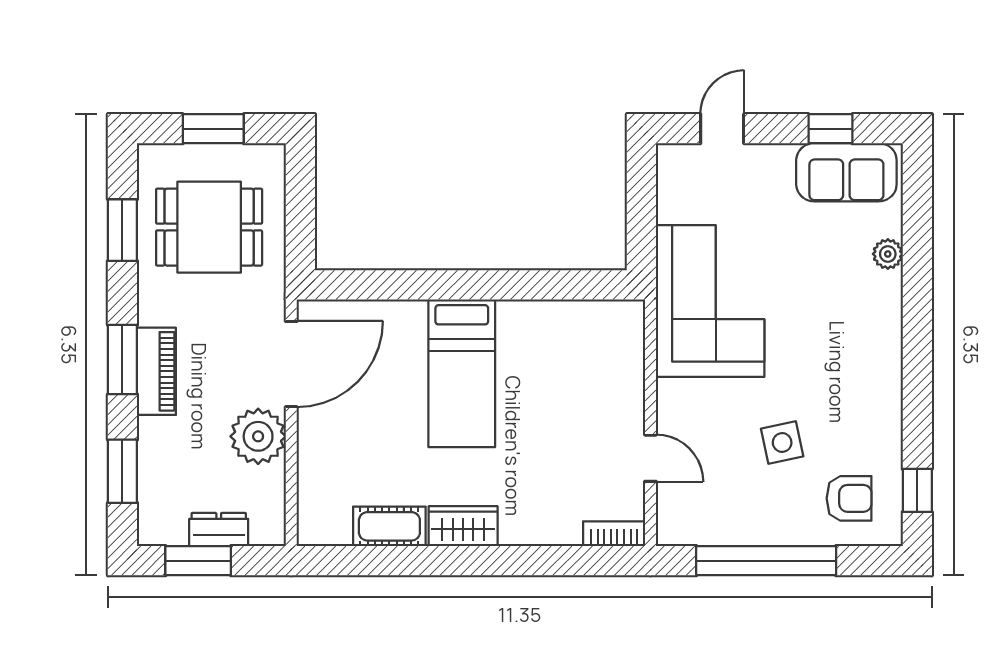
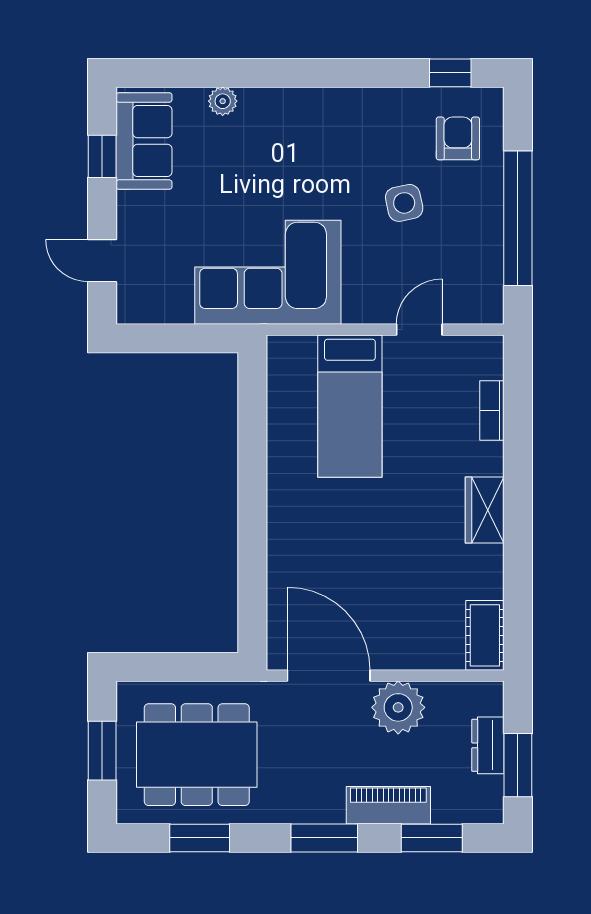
dining table: (209, 227) -> (197, 755), width x1.38
piano: (156, 371) -> (388, 805), moved
bed: (462, 373) -> (350, 406), moved, turned 90
cot: (389, 526) -> (485, 635), moved
bookcase: (614, 534) -> (492, 411), moved

